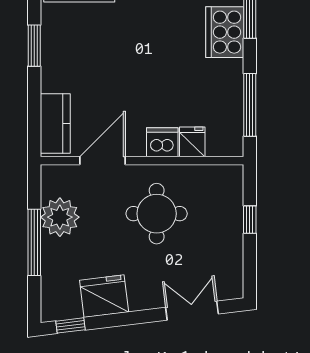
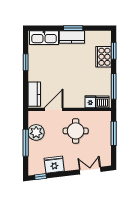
dishwasher: (162, 142) -> (103, 102), moved
window: (250, 220) -> (114, 133), width x2.17

